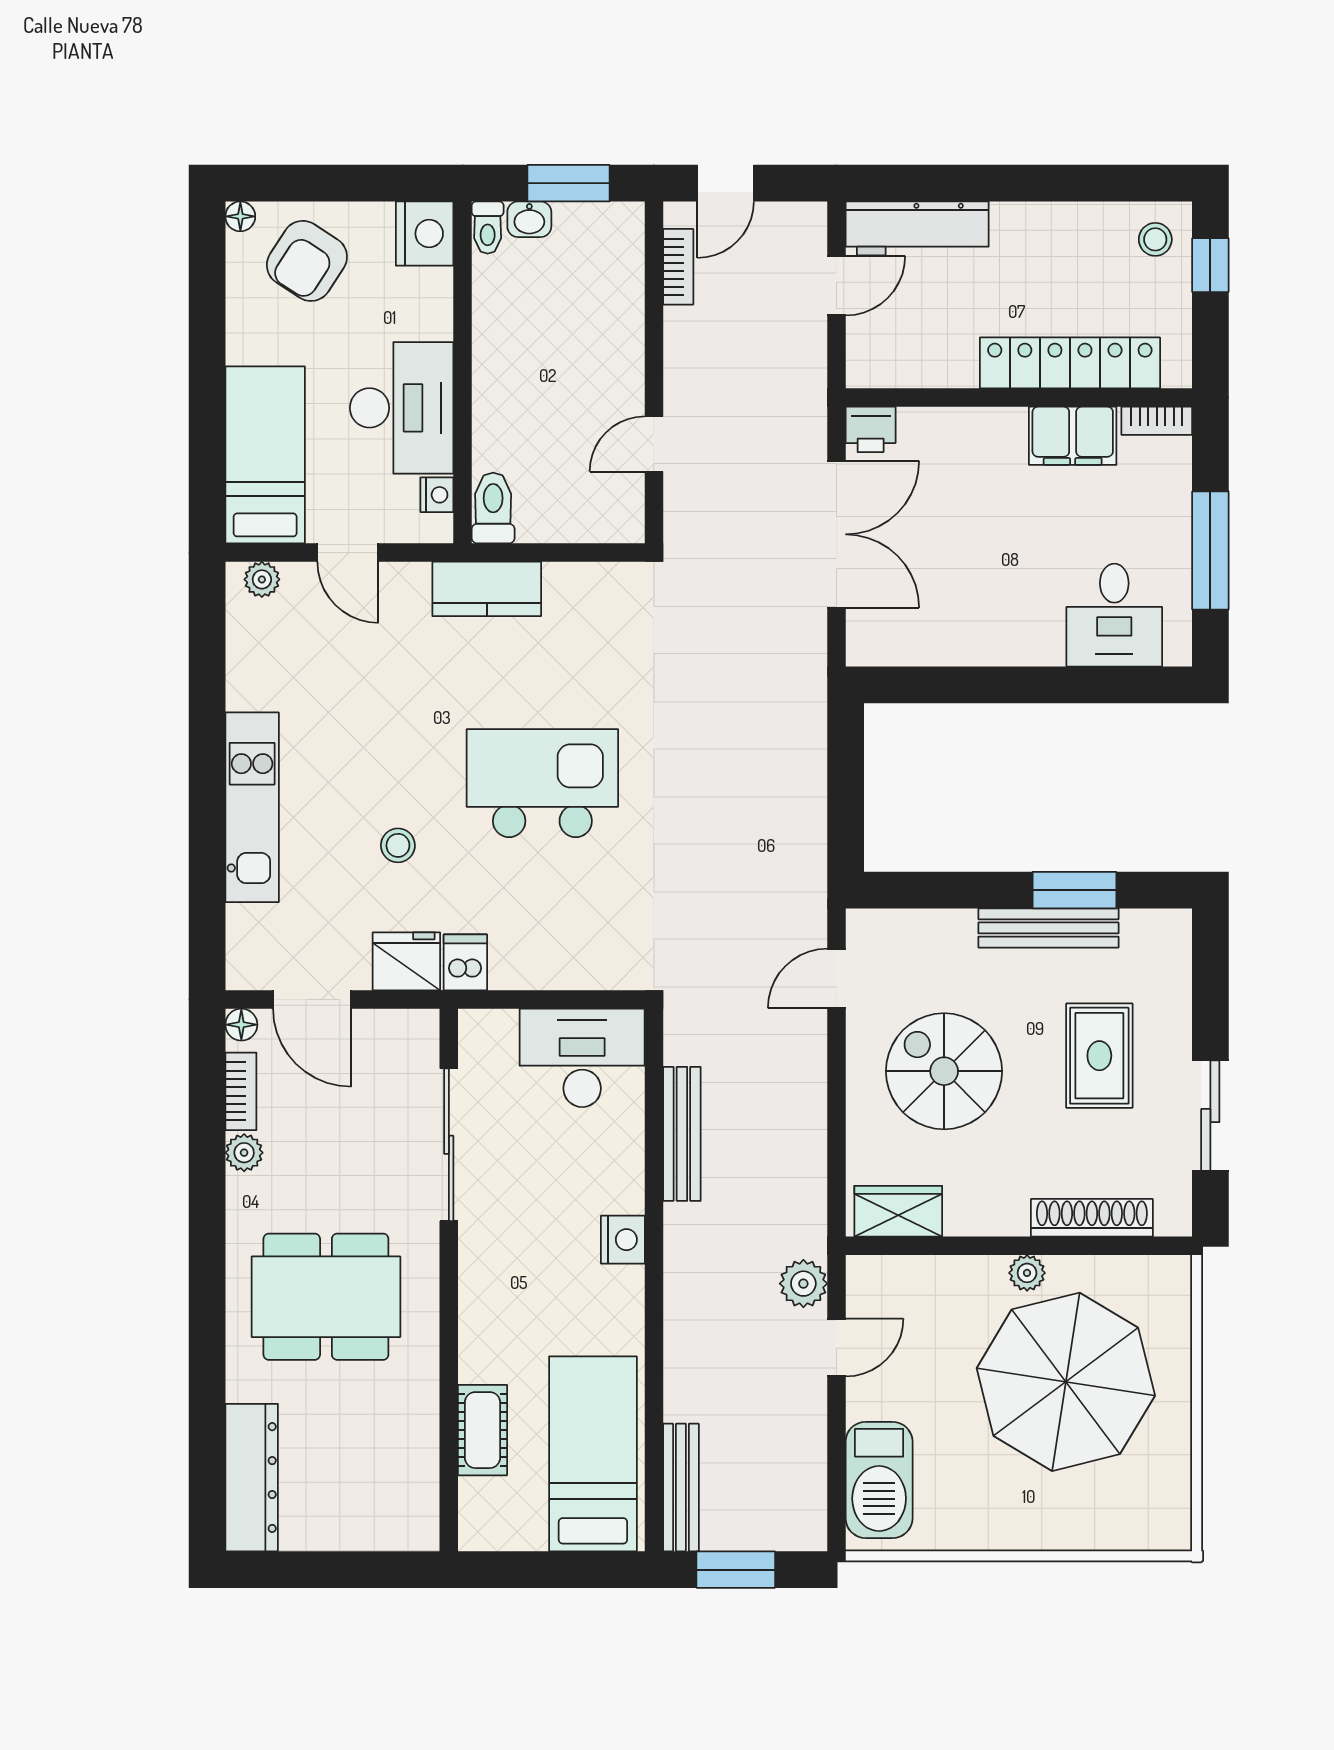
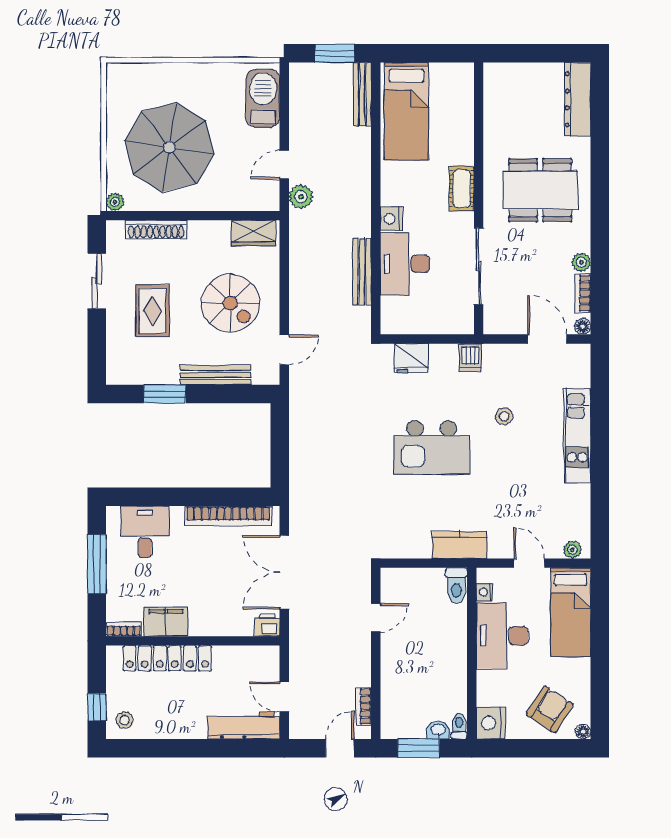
door: (836, 286) -> (284, 697), hinge flipped
bookcase: (948, 647) -> (228, 516), added
bench: (1048, 928) -> (215, 375), moved
fridge: (406, 961) -> (411, 358), moved
desk: (582, 1058) -> (405, 264), moved, turned 90
plant: (1027, 1273) -> (115, 202), moved
cot: (482, 1430) -> (462, 189), moved

